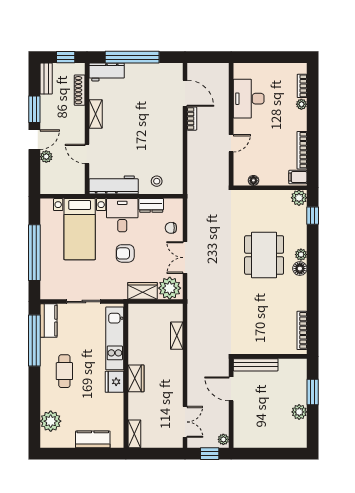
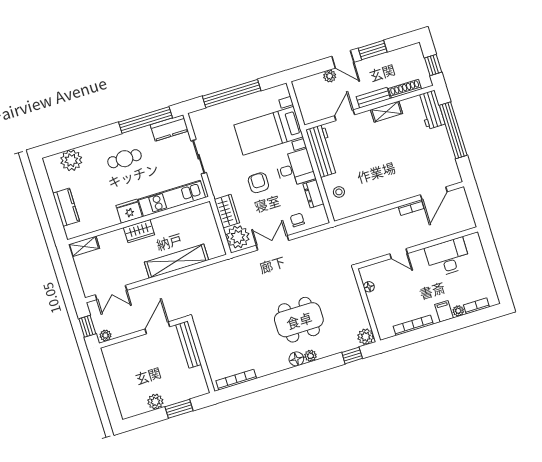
bench: (46, 79) -> (373, 98), moved
filing cabinet: (298, 177) -> (444, 311), moved
shelving: (177, 336) -> (176, 261), width x2.20, depth x1.33

